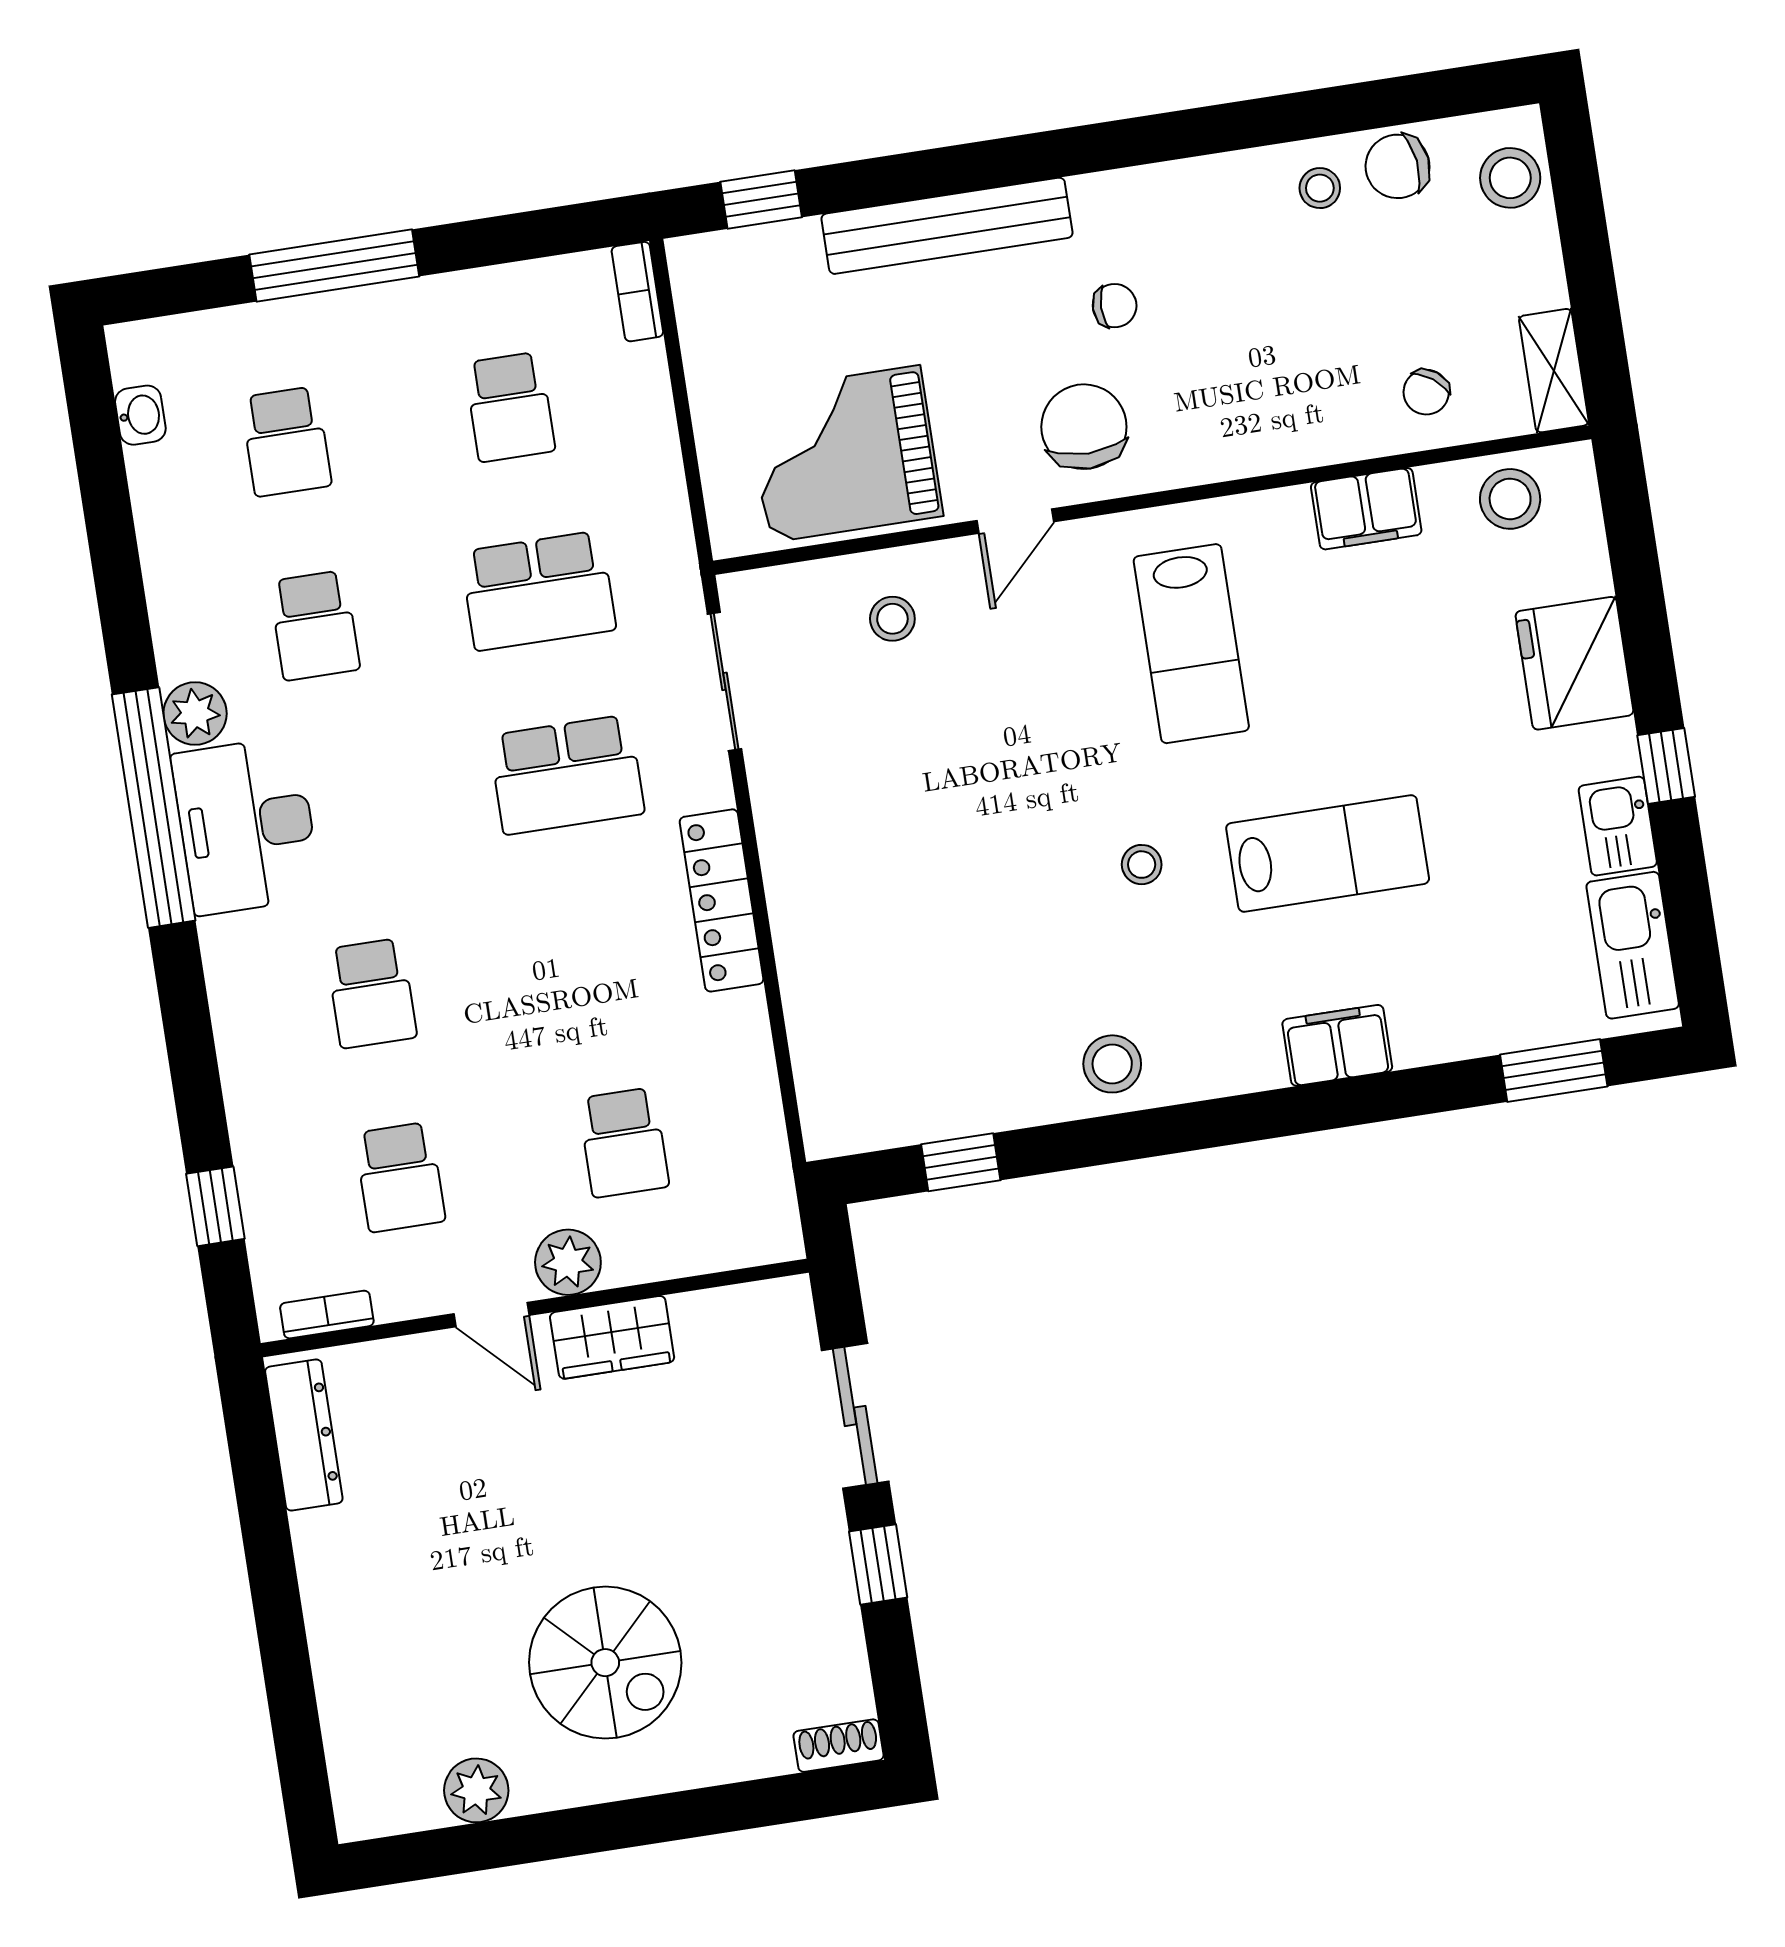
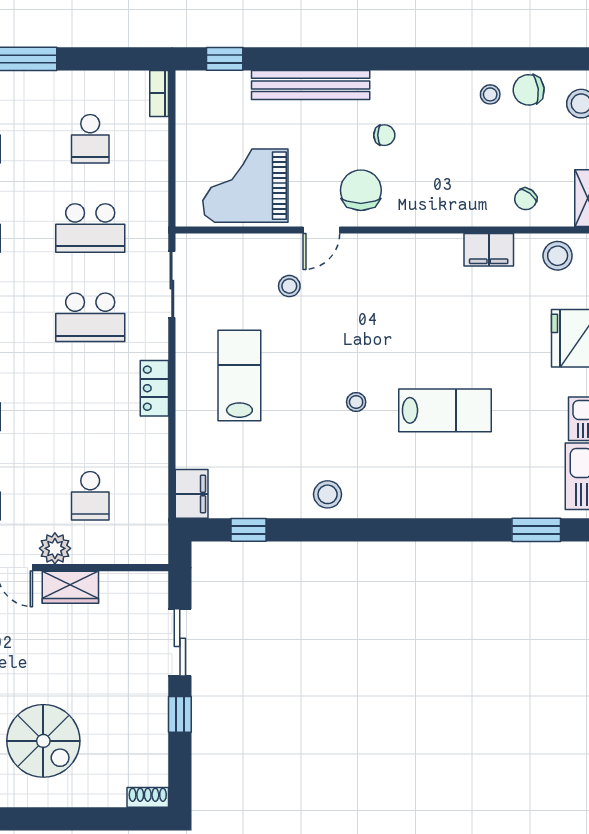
stool: (892, 619) -> (289, 286), moved
lab bench: (1191, 644) -> (239, 376), moved, turned 180
locker: (721, 900) -> (154, 388), width x0.66
filing cabinet: (1337, 1045) -> (192, 494), moved, turned 90

